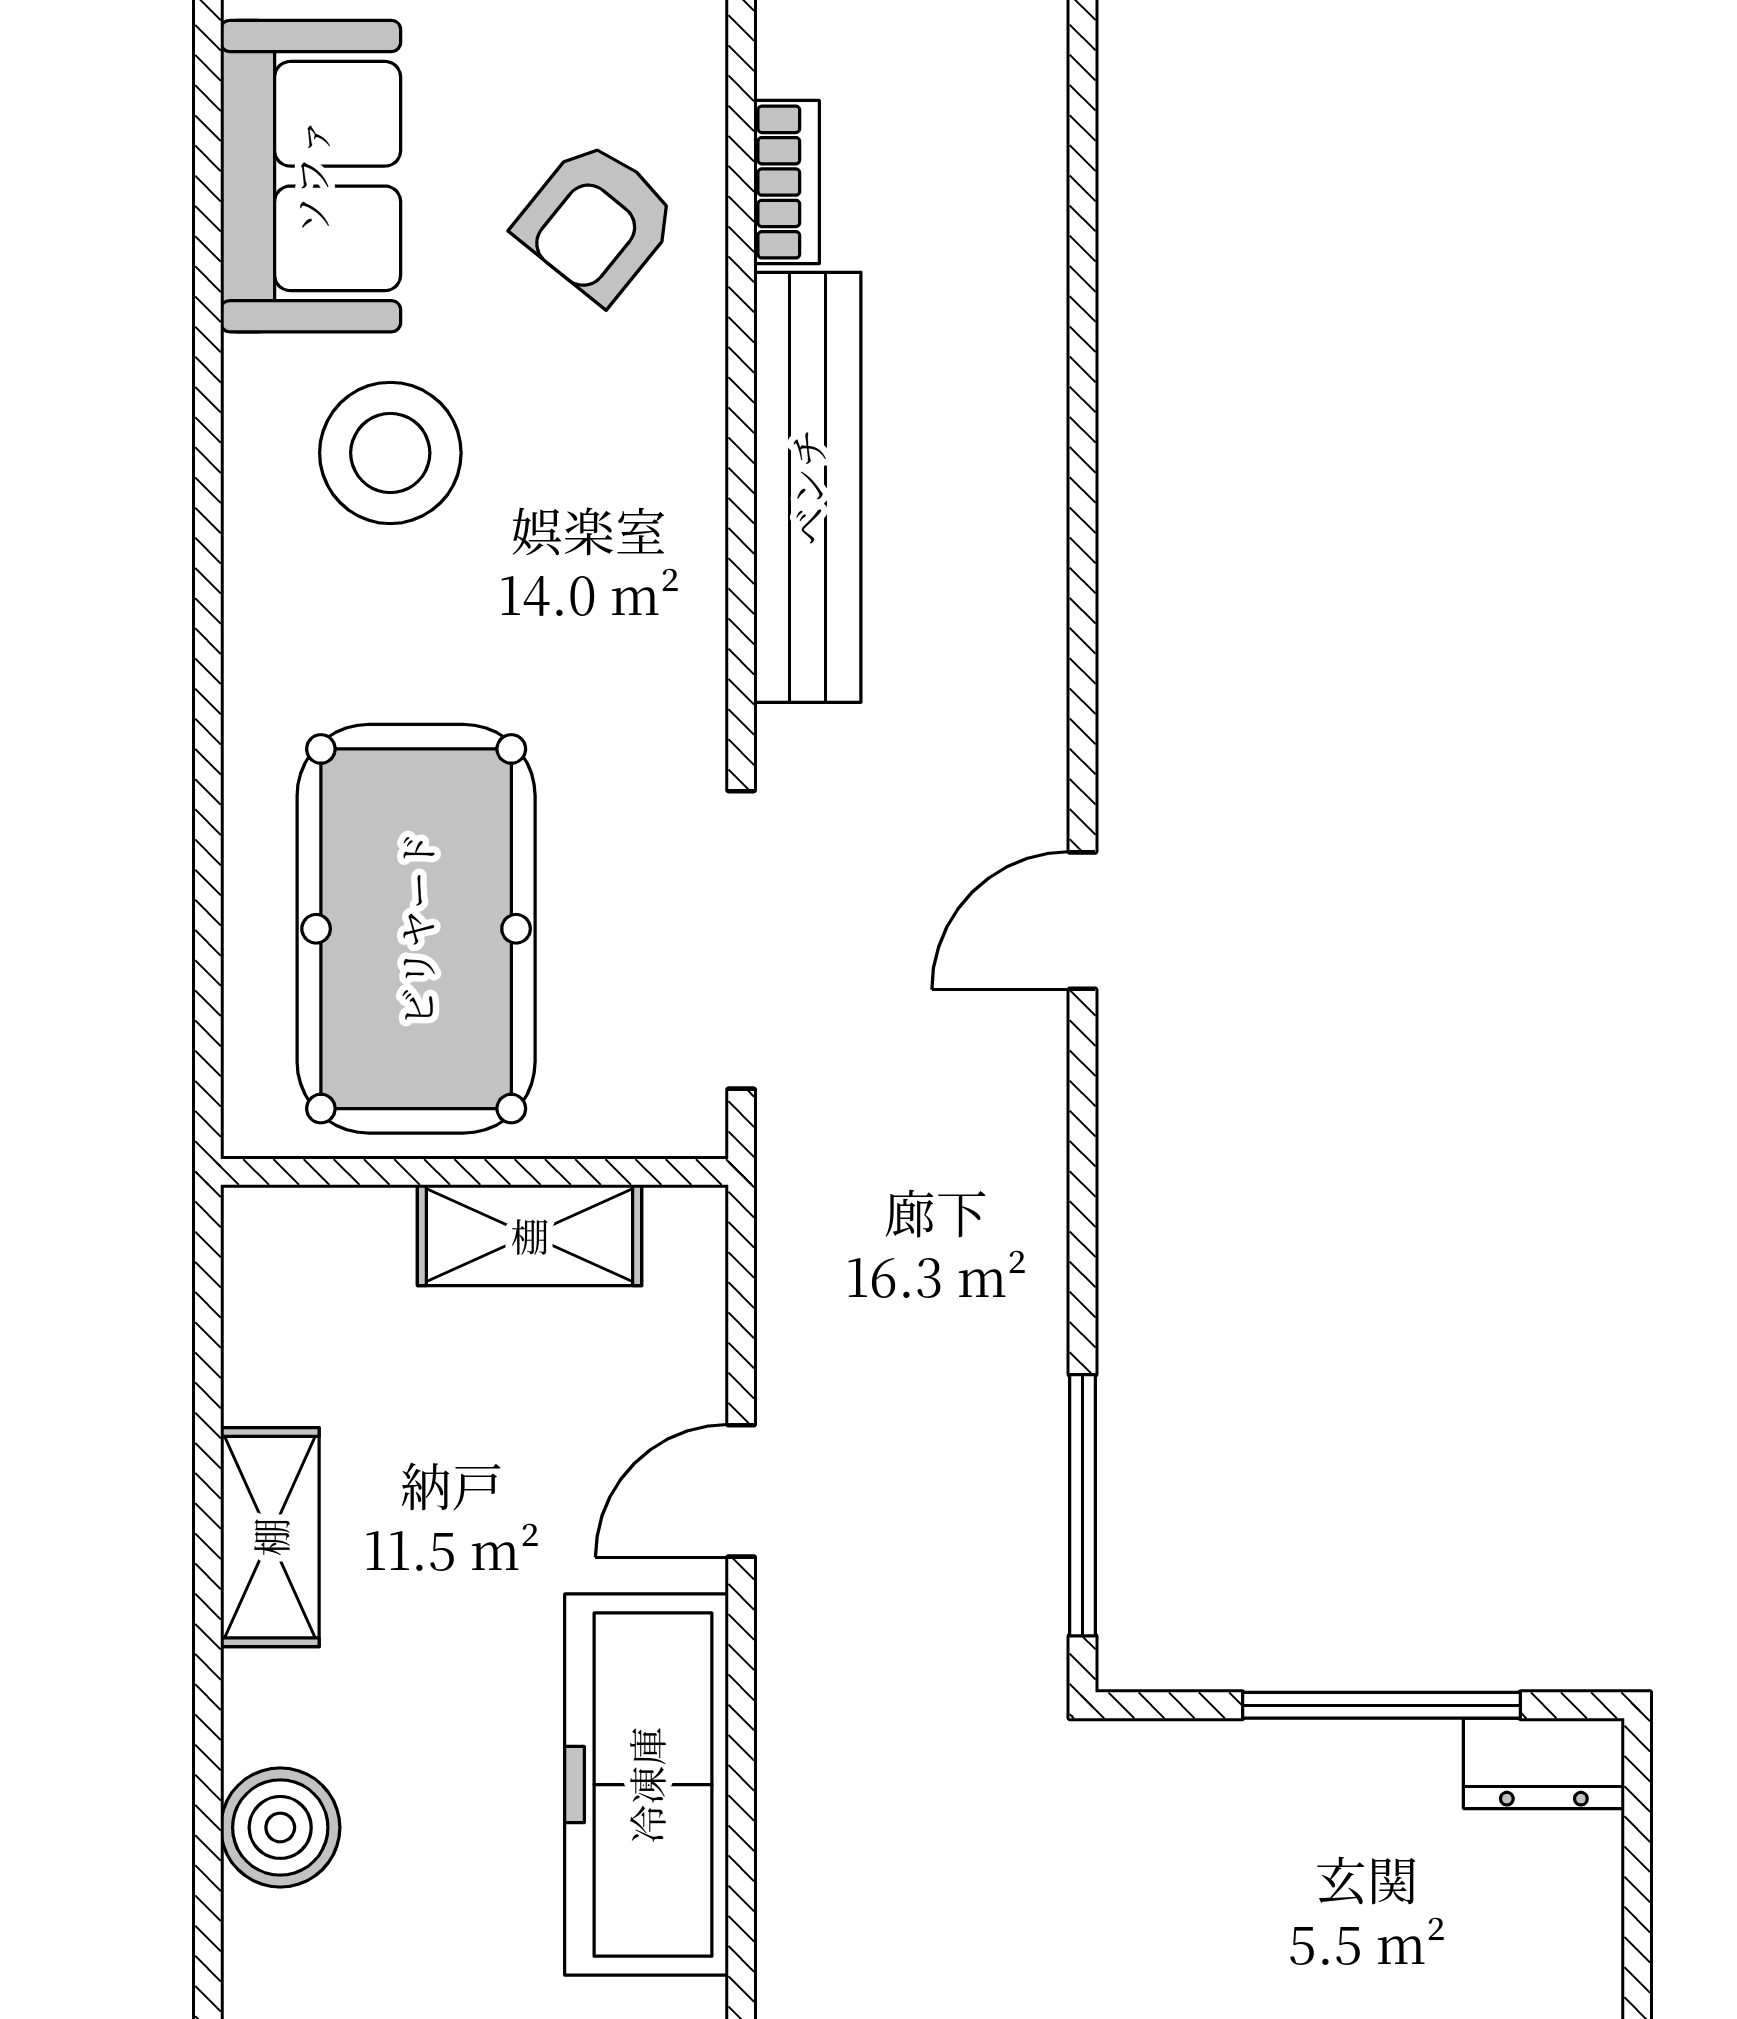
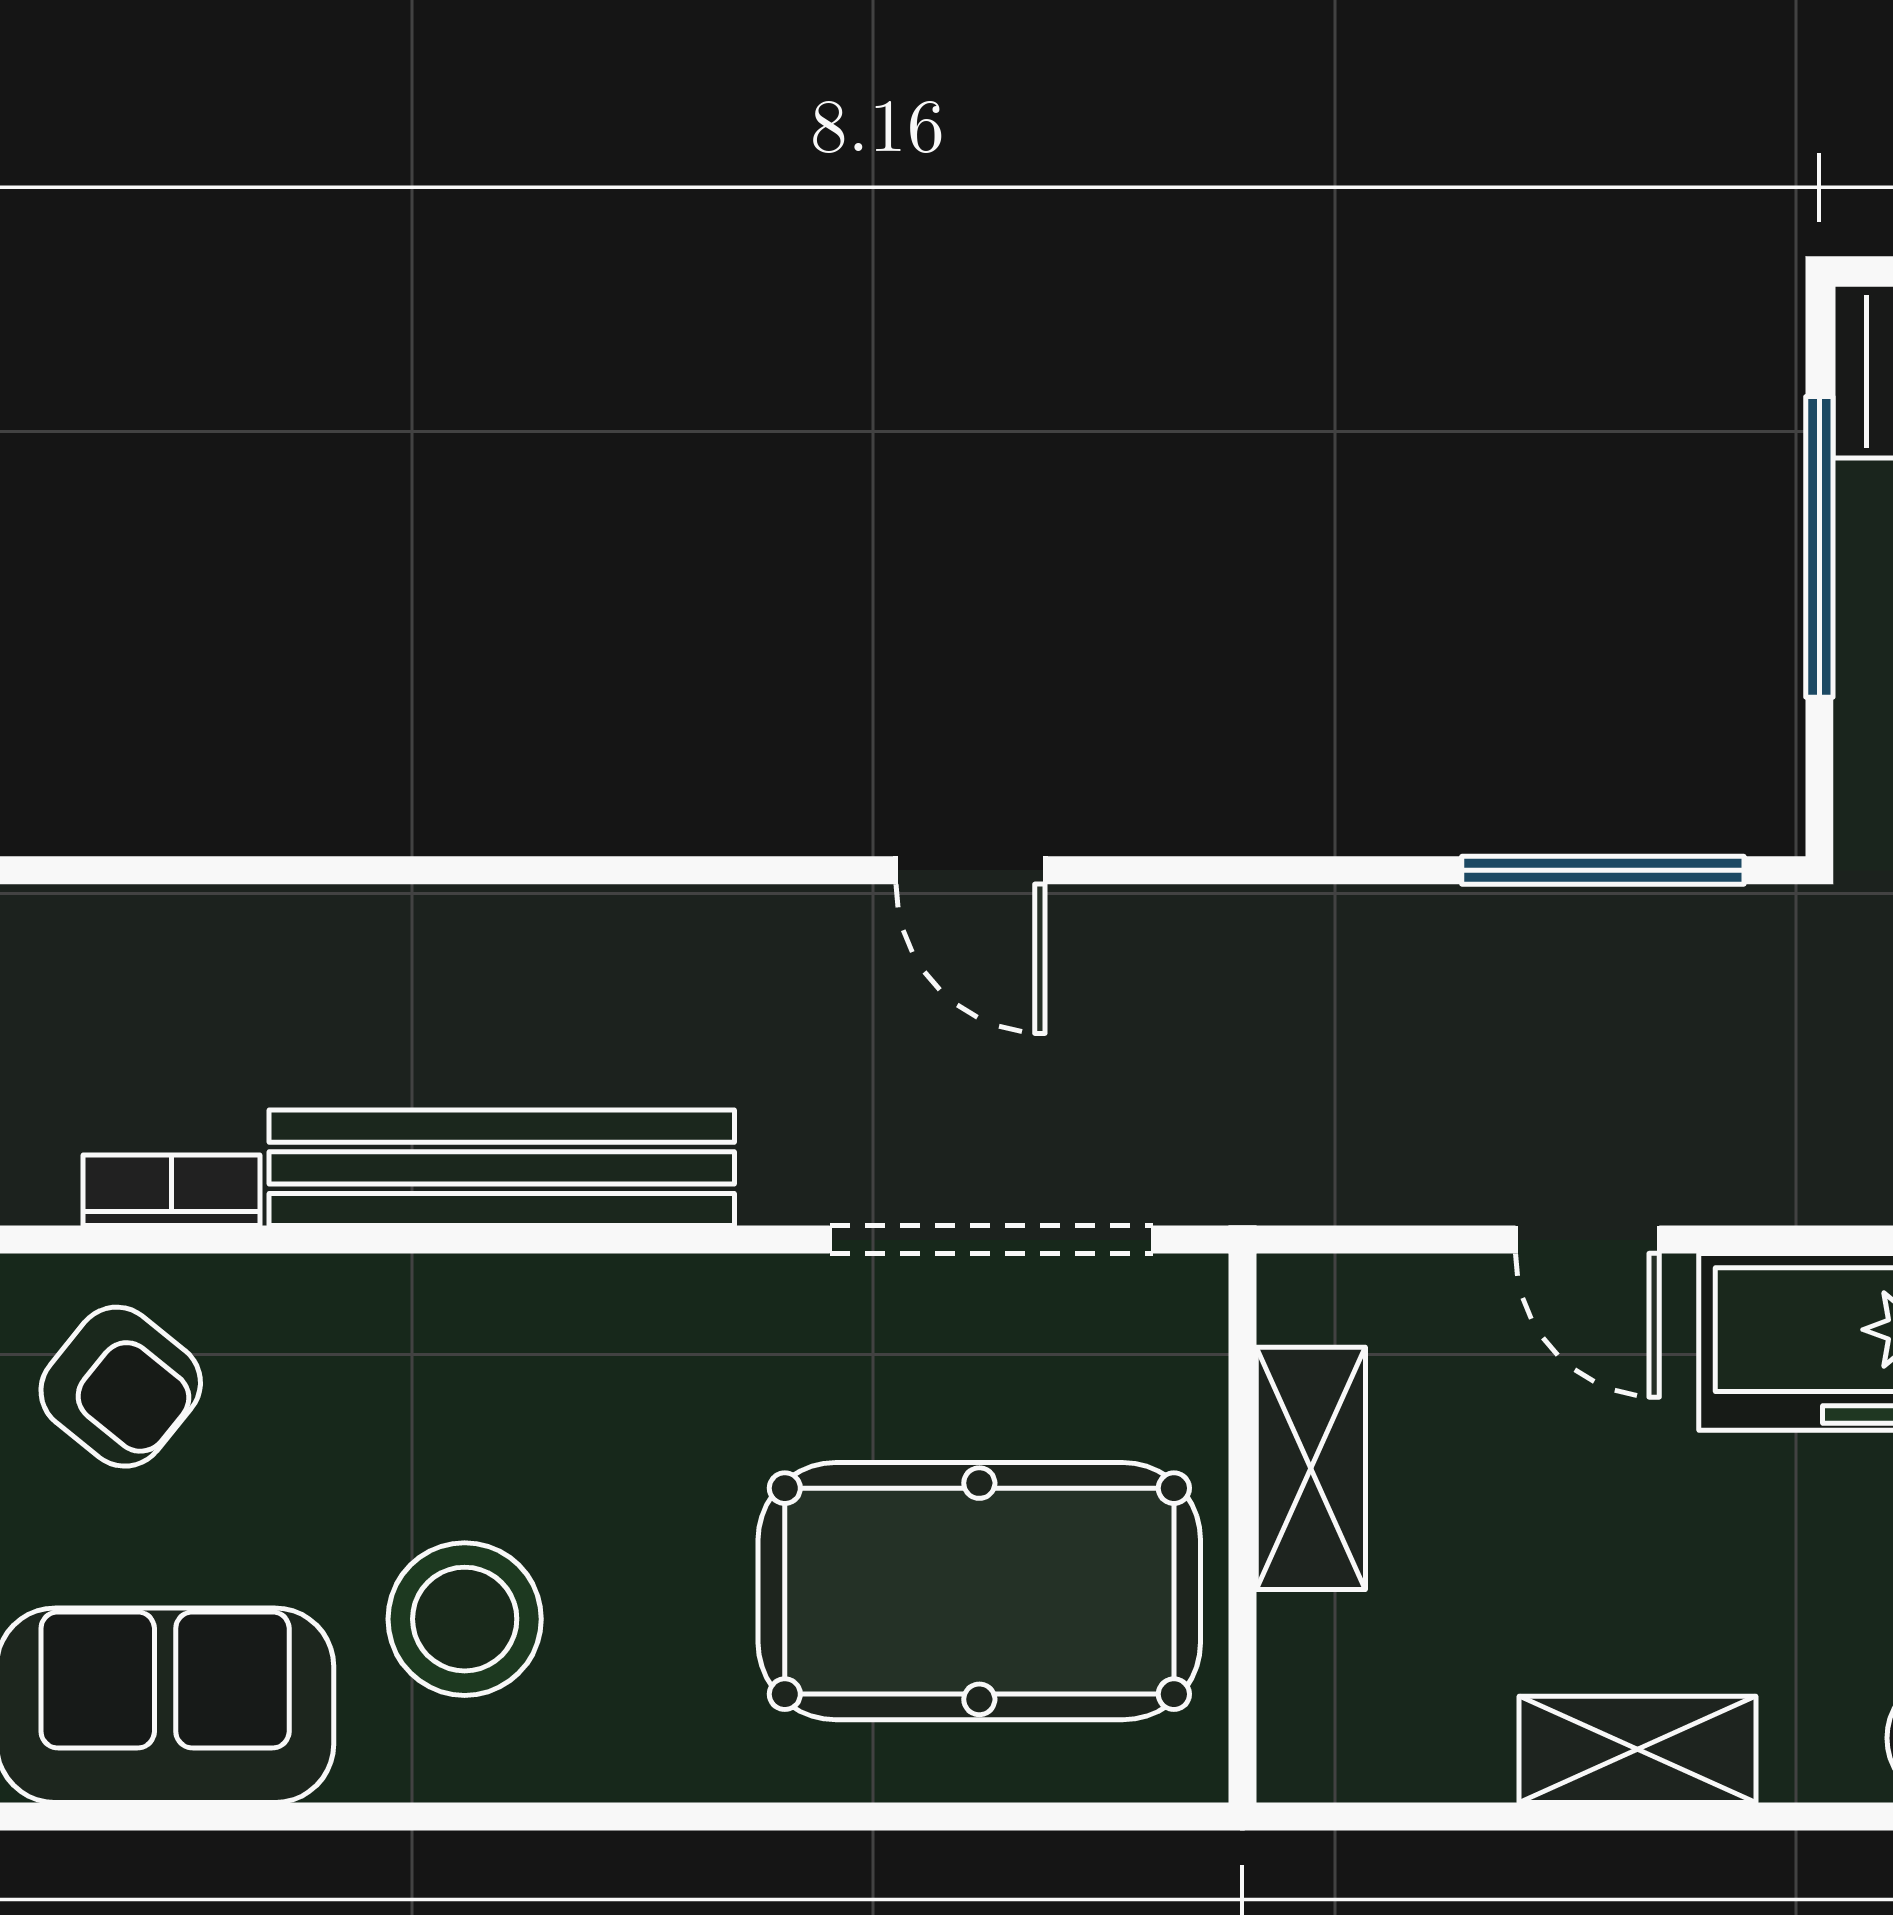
armchair: (597, 221) -> (121, 1387), moved

